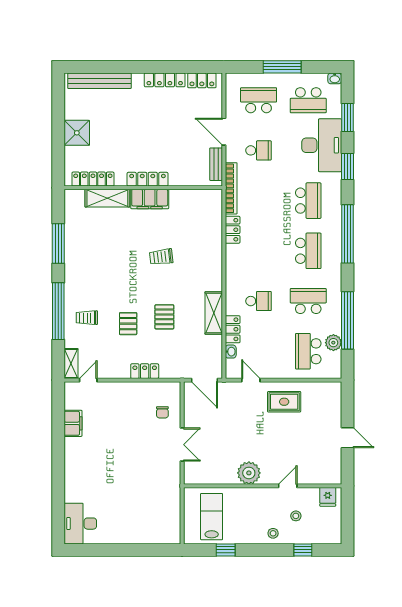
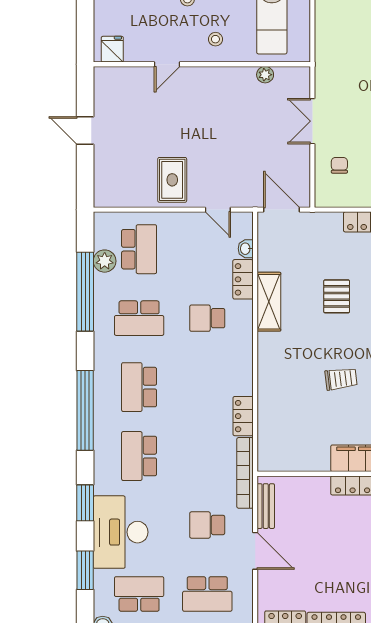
rug: (284, 402) -> (172, 180), turned 90
plant: (249, 473) -> (265, 75), moved, width x0.53, depth x0.53
stool: (296, 516) -> (215, 39), moved

